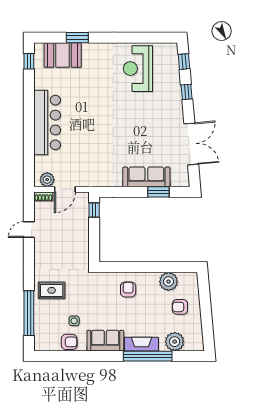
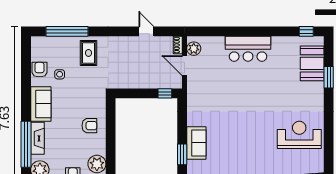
bar counter: (47, 123) -> (248, 49), width x0.73
sofa: (146, 177) -> (196, 143), width x0.73
armchair: (69, 342) -> (40, 70), turned 180

